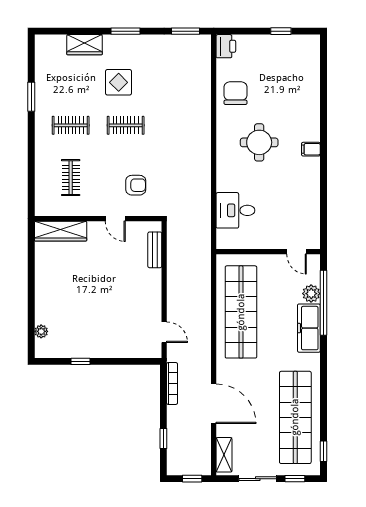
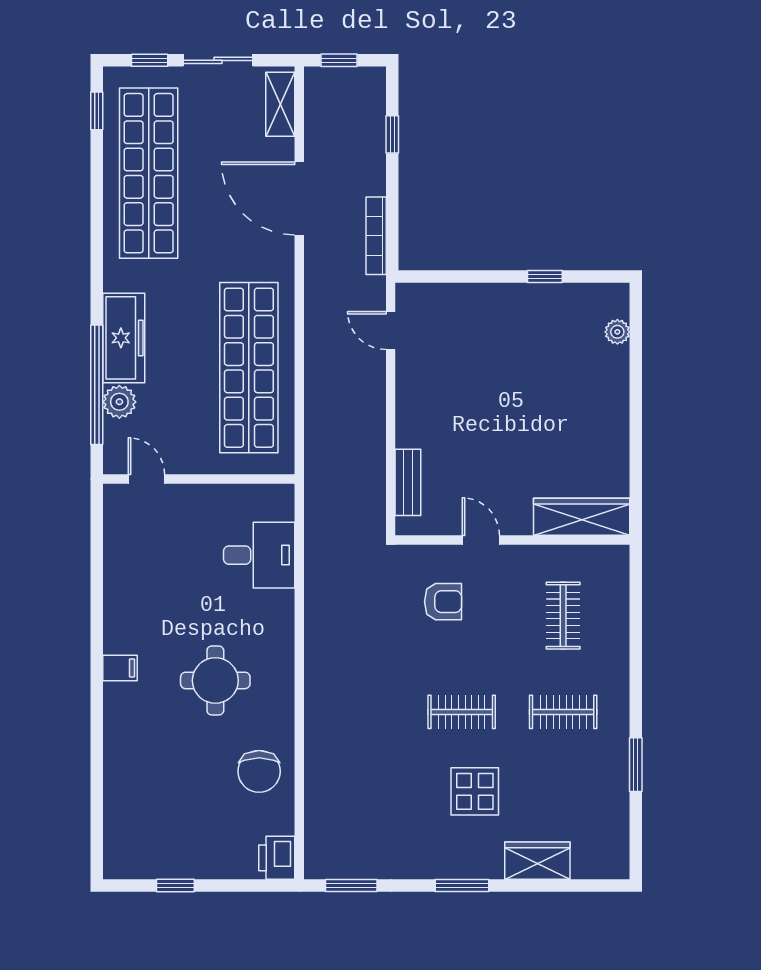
armchair: (136, 185) -> (443, 602), turned 180

